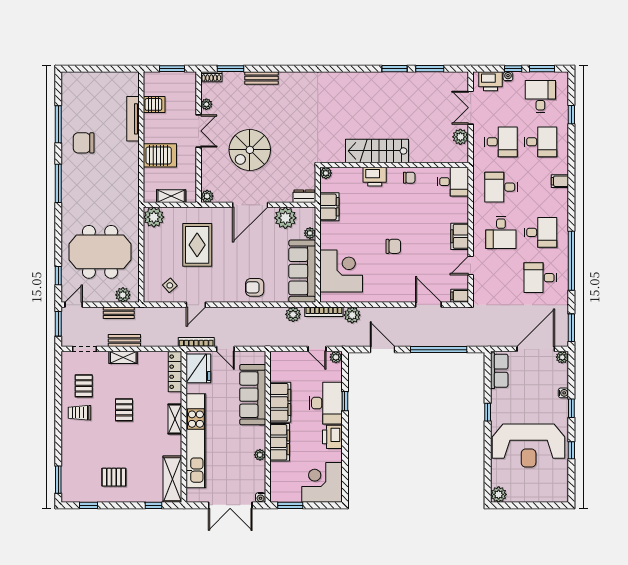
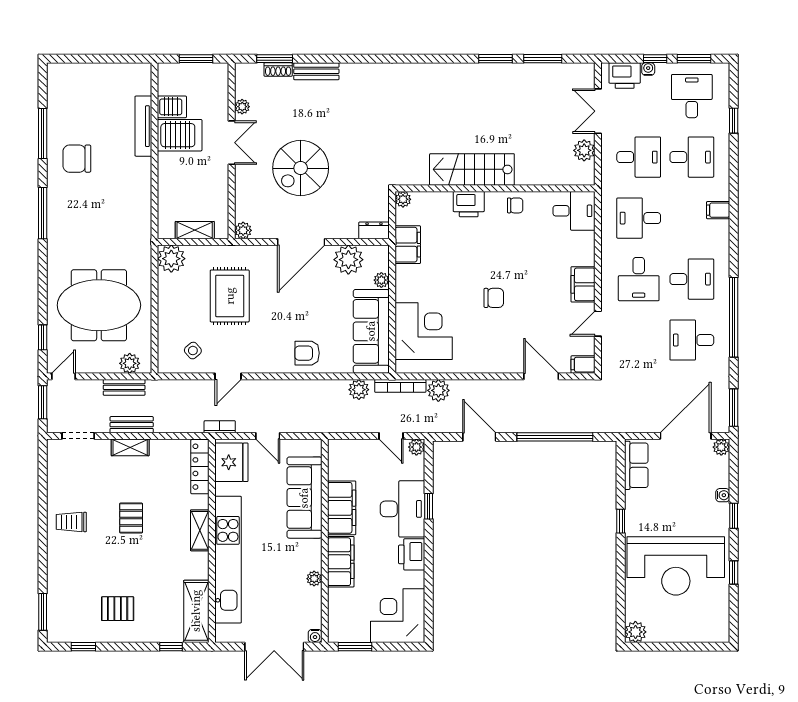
shoe rack: (211, 77) -> (278, 70), moved
server rack: (160, 155) -> (180, 135), moved
bookcase: (196, 342) -> (220, 427), width x0.64
pallet: (84, 386) -> (77, 486), removed

